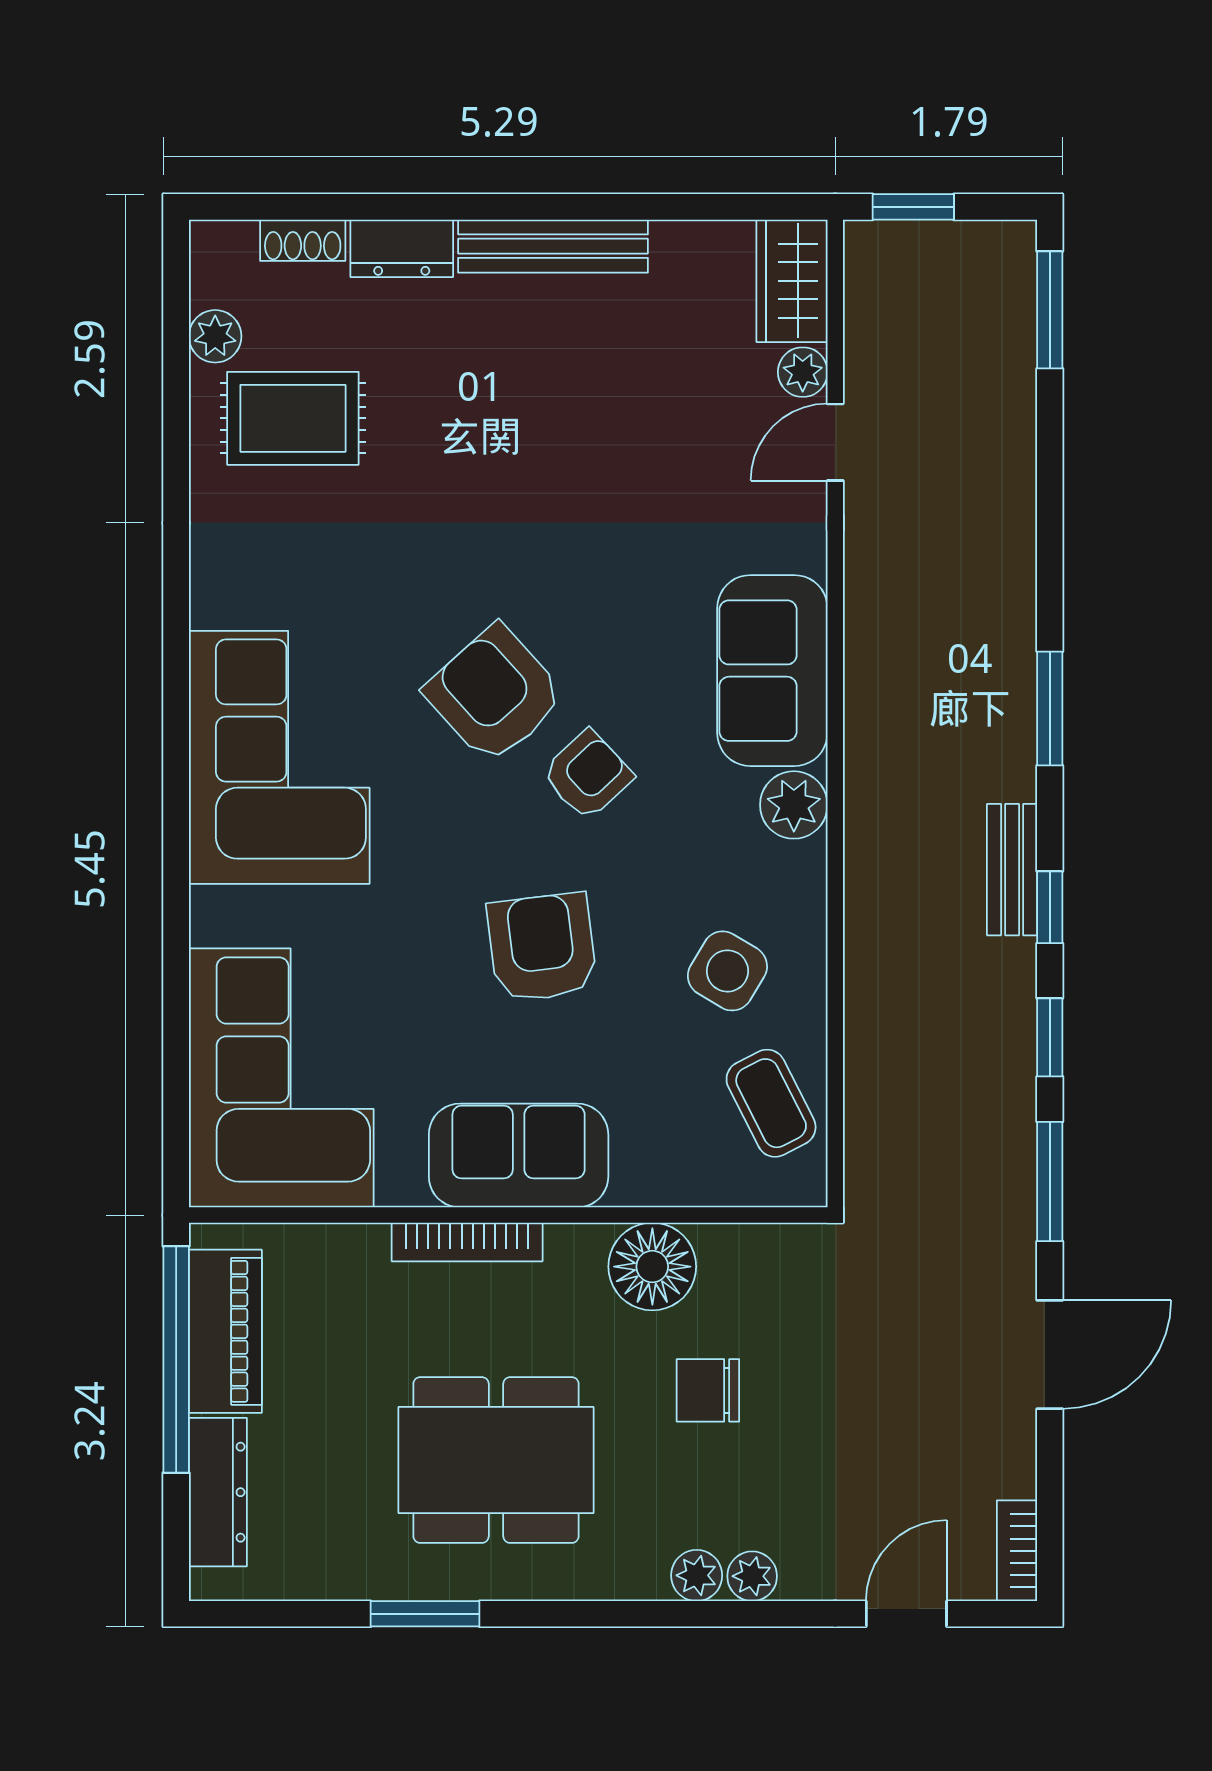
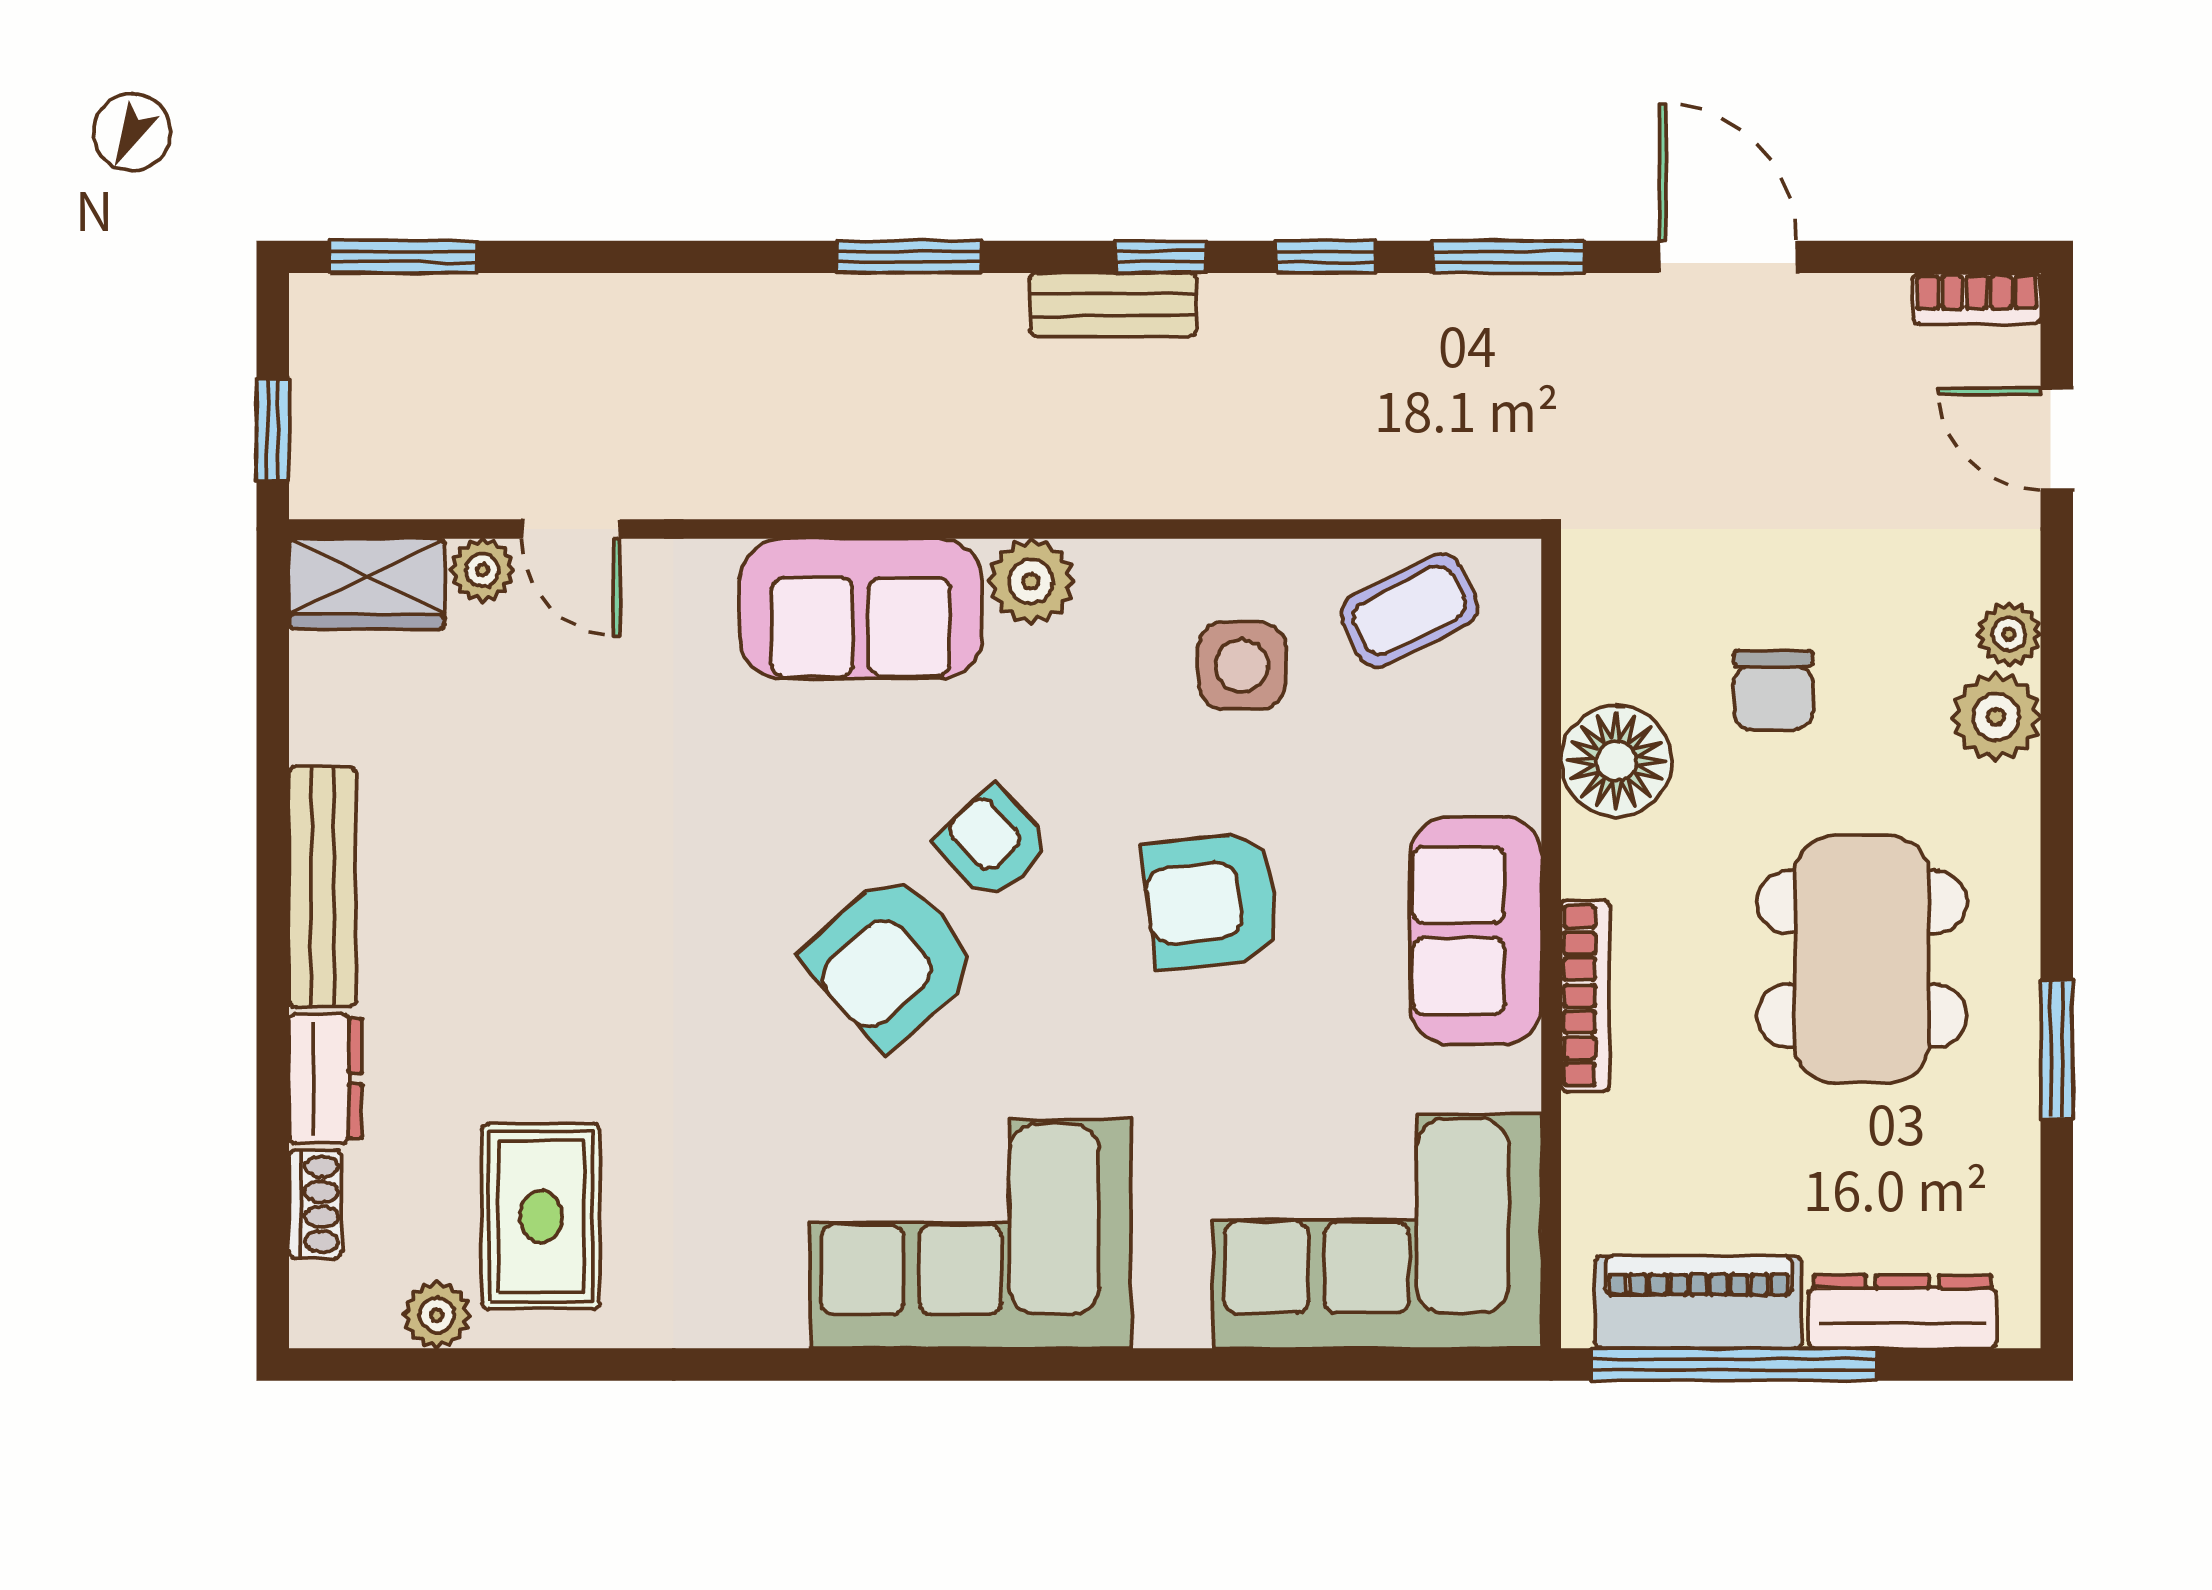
side table: (727, 971) -> (1242, 666), turned -31
plant: (697, 1575) -> (1996, 717), width x1.38, depth x1.38

